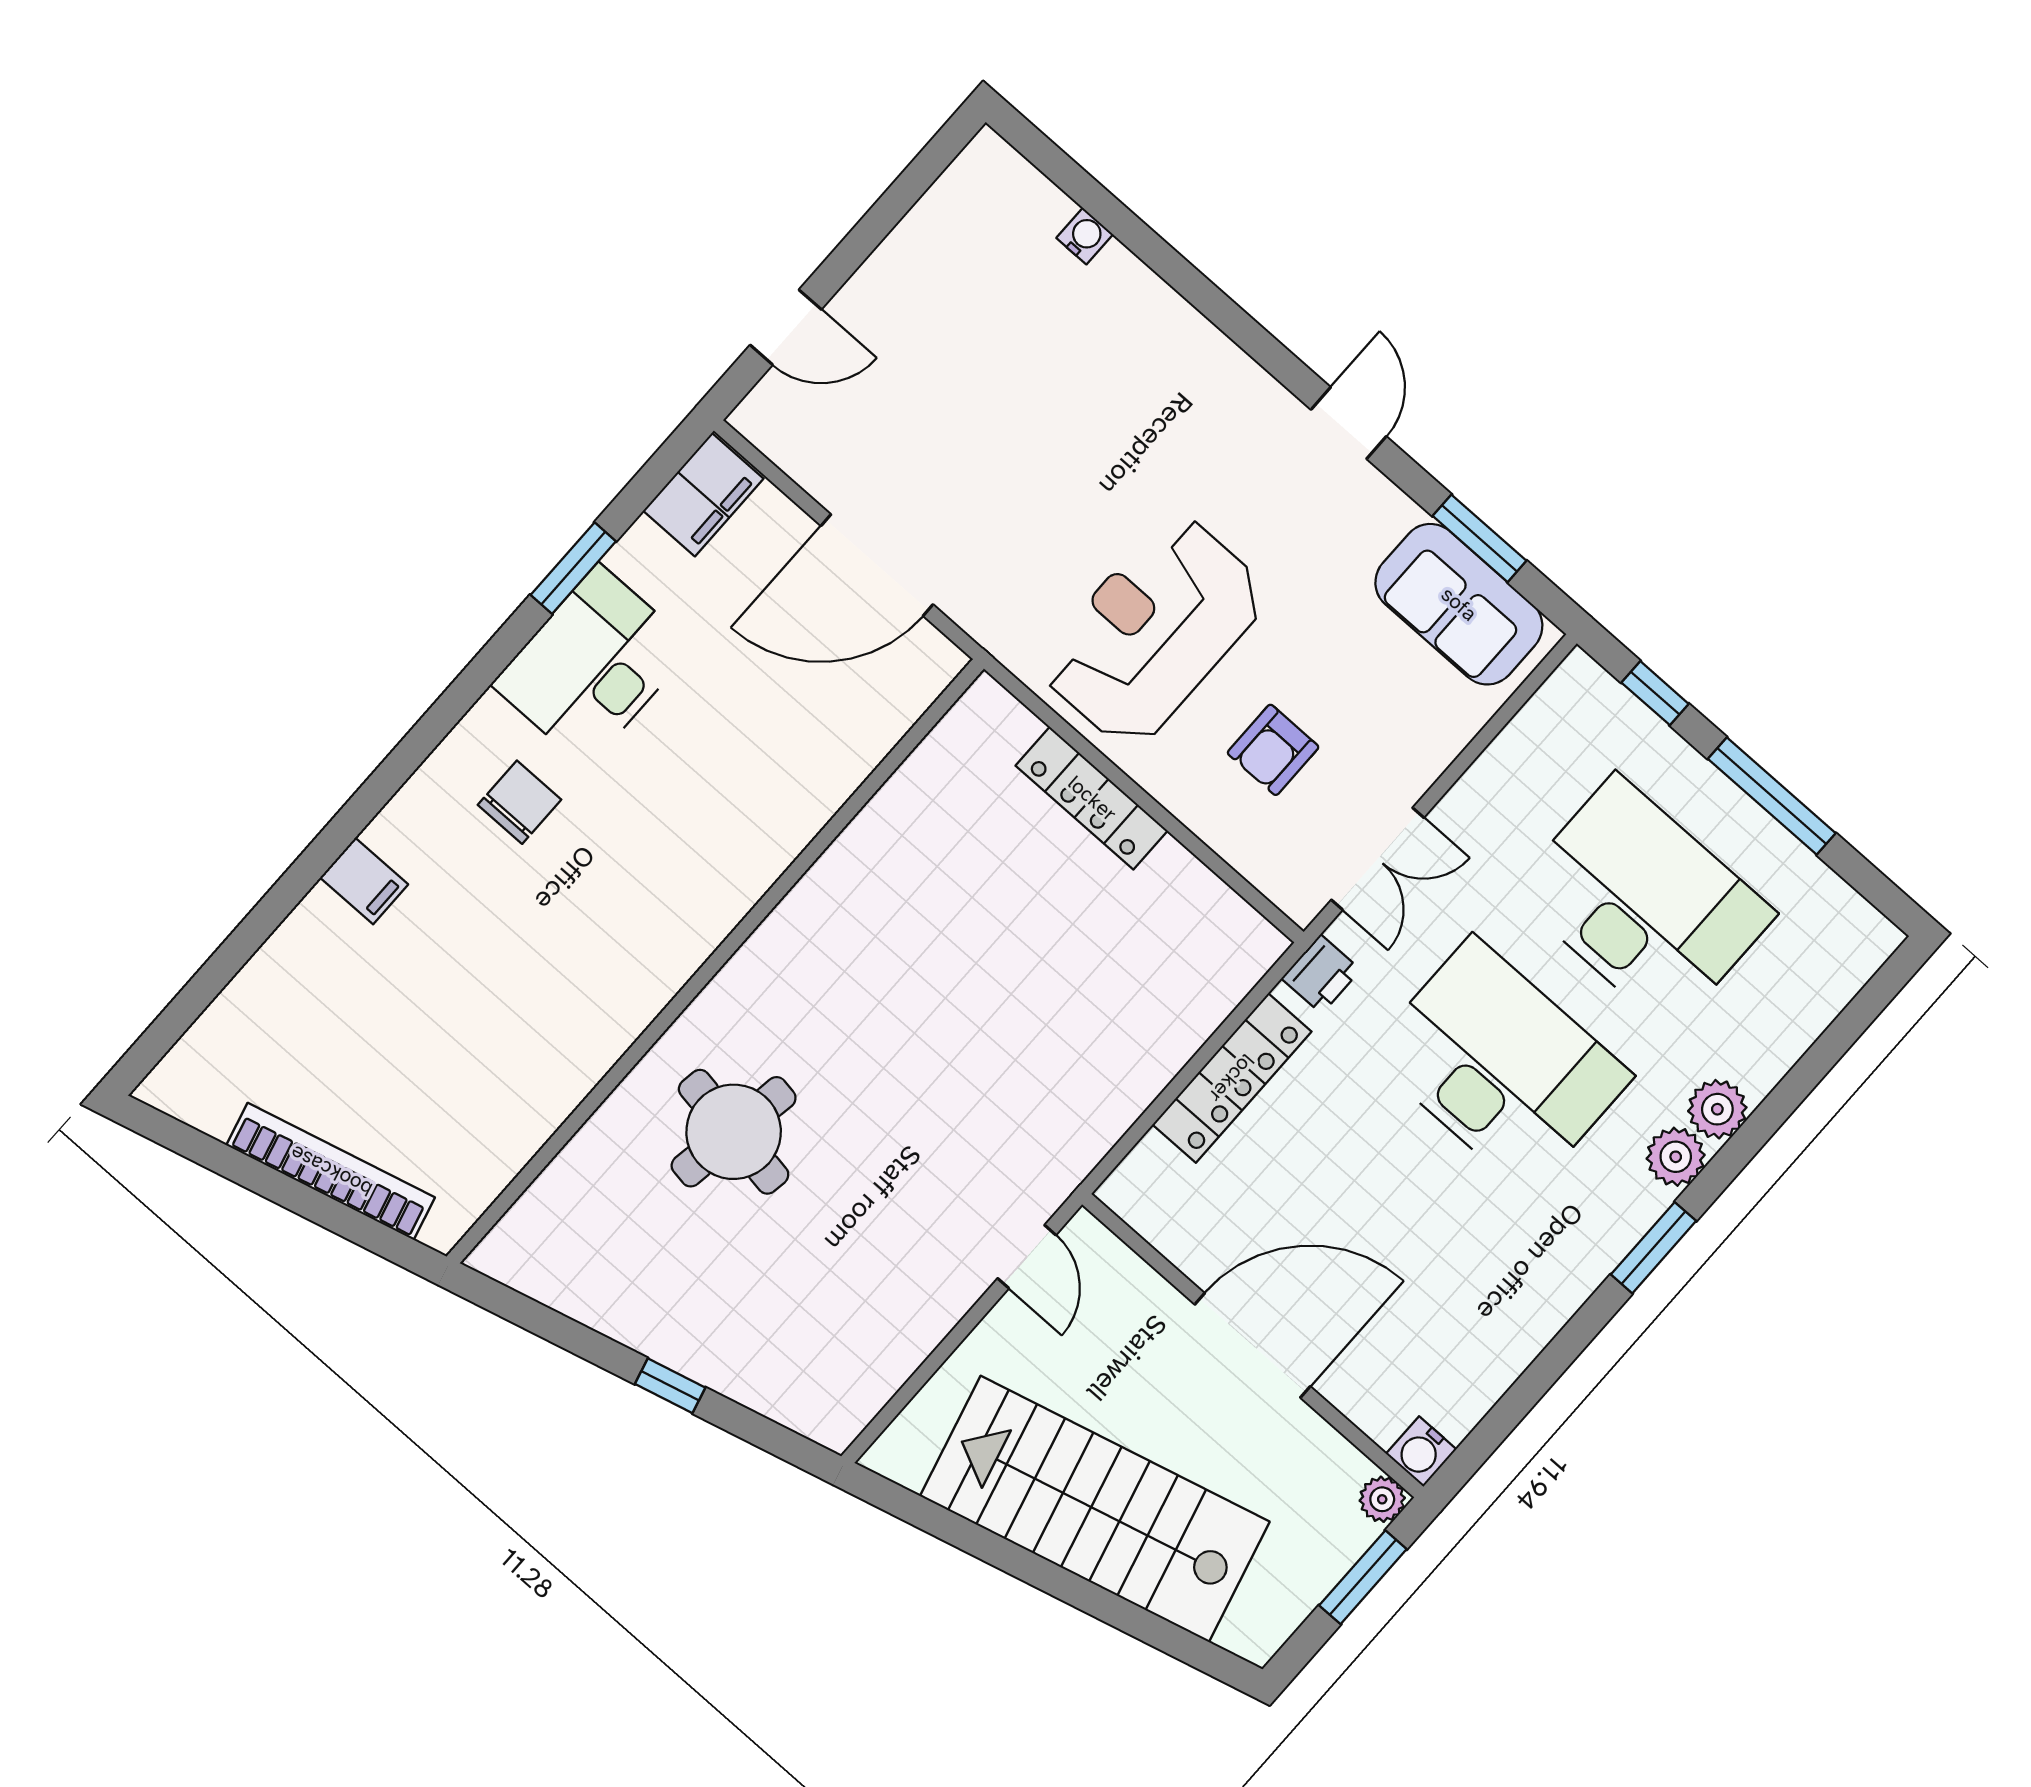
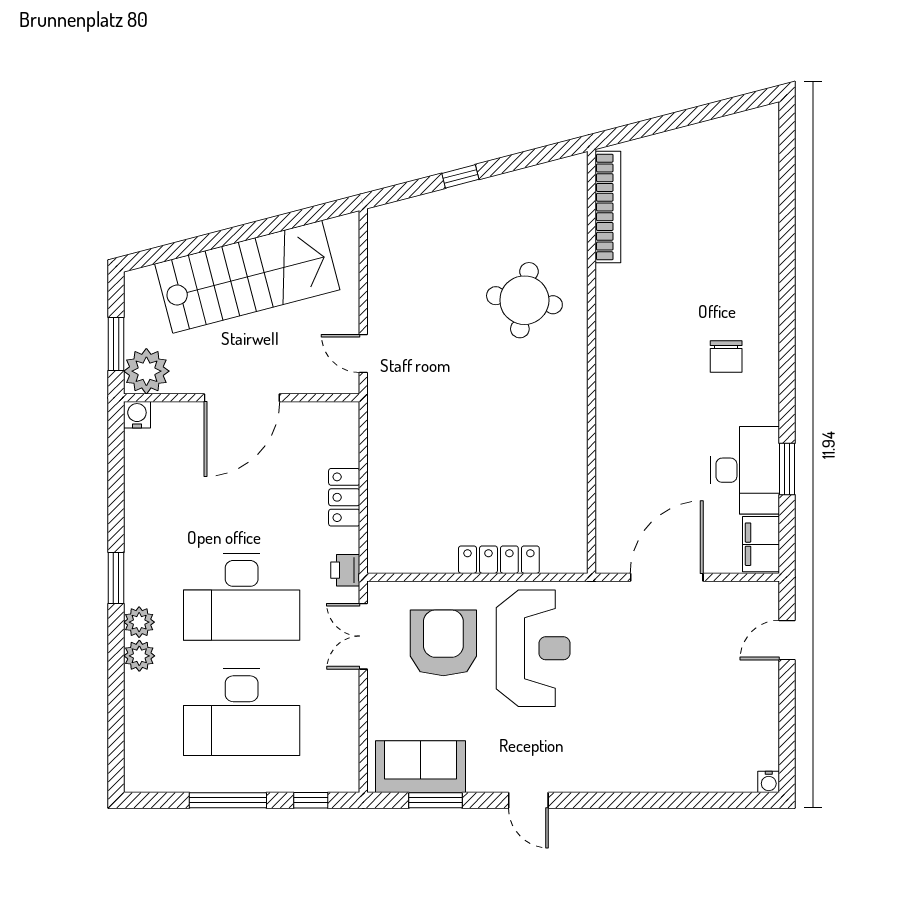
water cooler: (1085, 236) -> (769, 782), moved
desk: (592, 666) -> (745, 470), moved
armchair: (1273, 750) -> (443, 643), width x1.88, depth x1.88
filing cabinet: (364, 881) -> (761, 270), removed
locker: (1232, 1078) -> (344, 497), width x0.66
bookcase: (331, 1171) -> (608, 207), moved, turned -75
plant: (1382, 1499) -> (146, 371), width x1.87, depth x1.87

